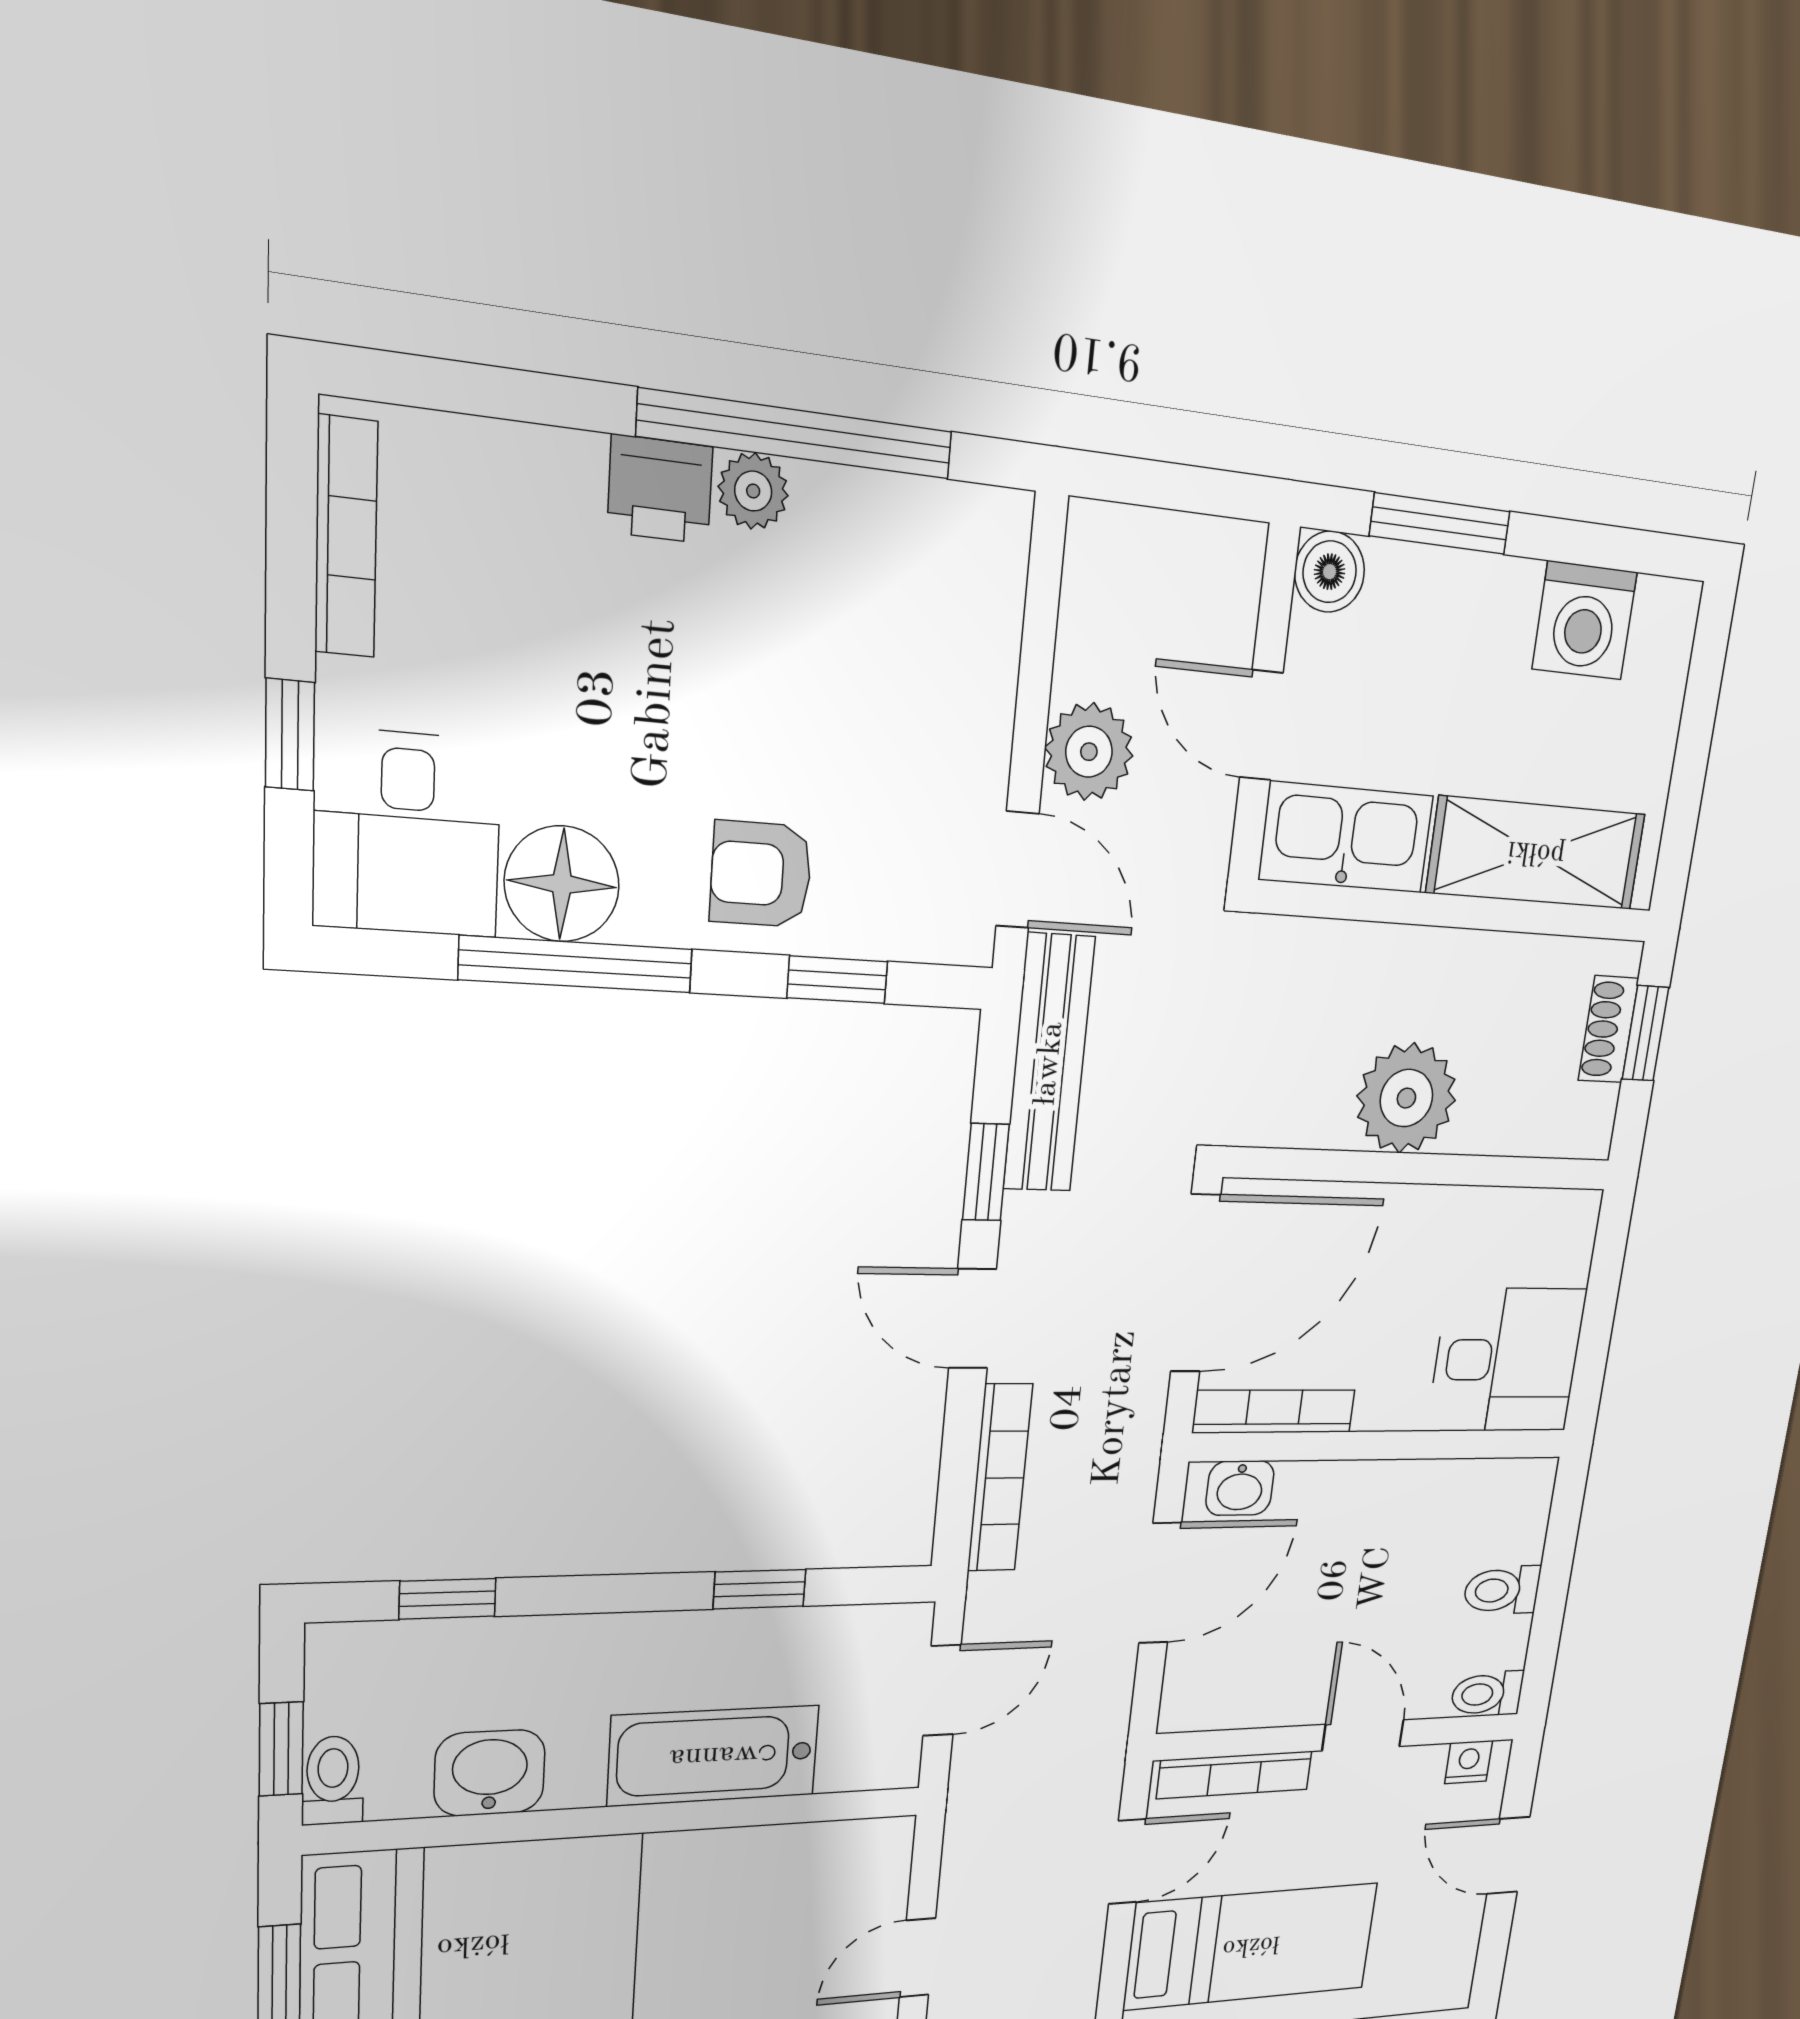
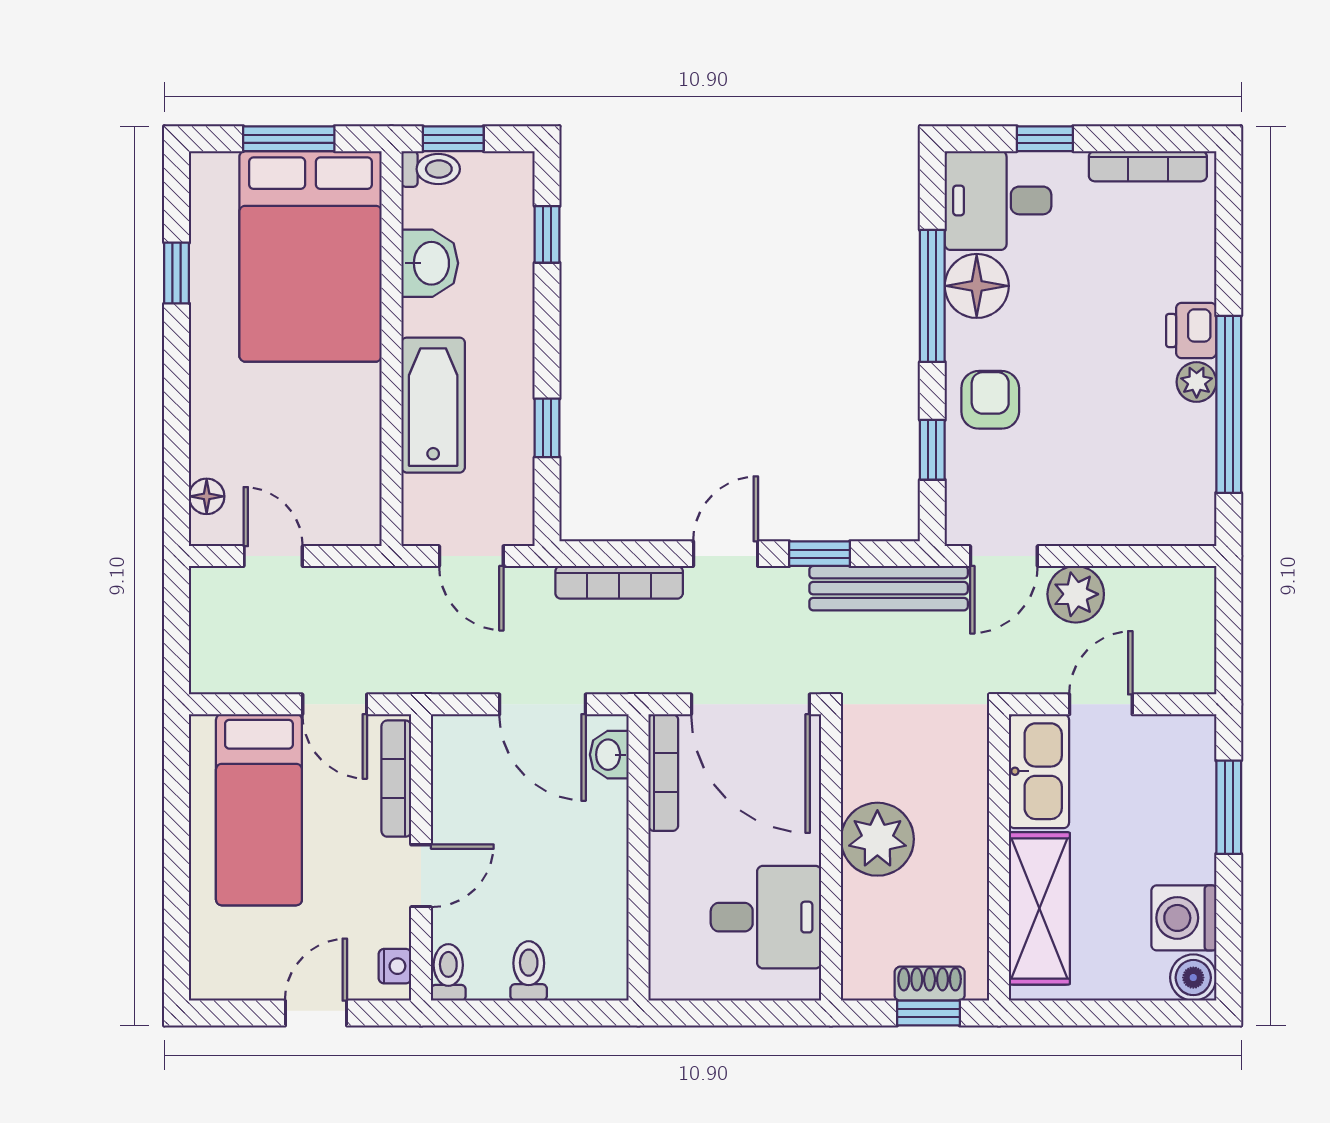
boiler: (1330, 572) -> (1193, 978), moved
desk: (1507, 1360) -> (766, 917), moved, turned -90

